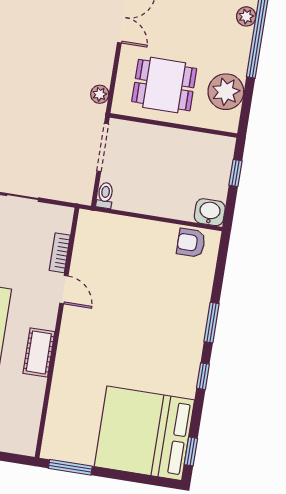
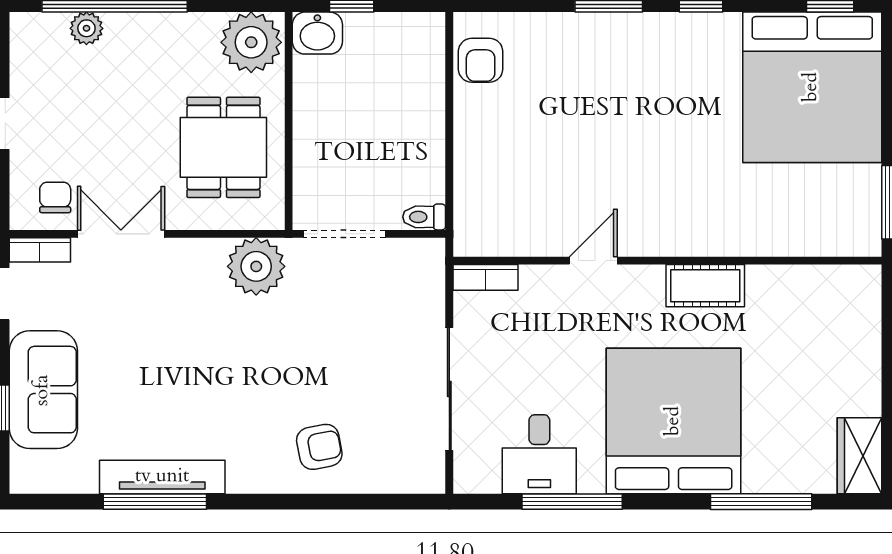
plant: (226, 92) -> (251, 42), moved
plant: (100, 94) -> (256, 266), width x1.87, depth x1.87
washbasin: (210, 212) -> (317, 33), moved, turned -90
bookcase: (60, 253) -> (485, 277), moved

